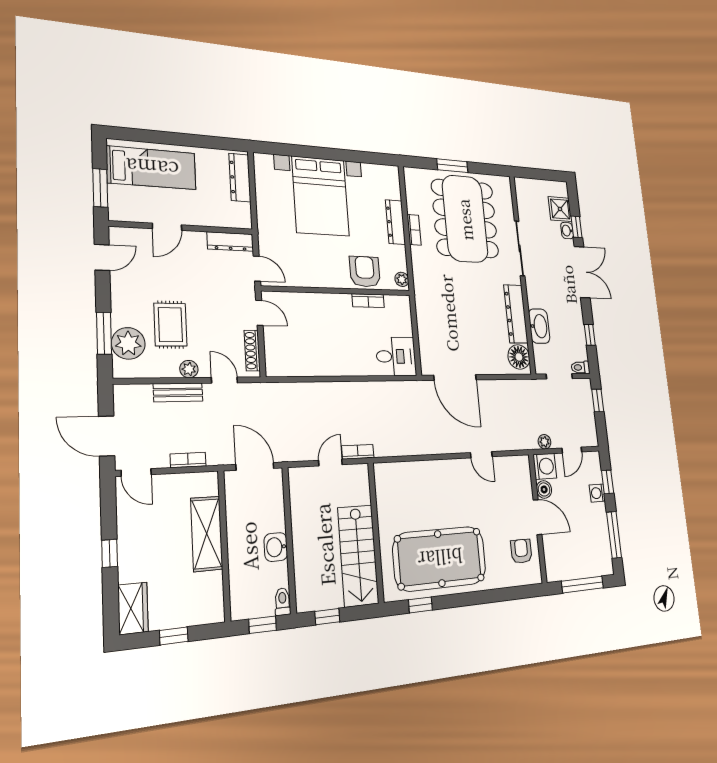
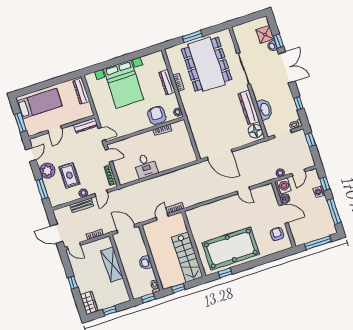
plant: (128, 343) -> (47, 171), moved
desk: (396, 356) -> (146, 166), moved, turned 90
door: (225, 380) -> (101, 193), swing flipped

